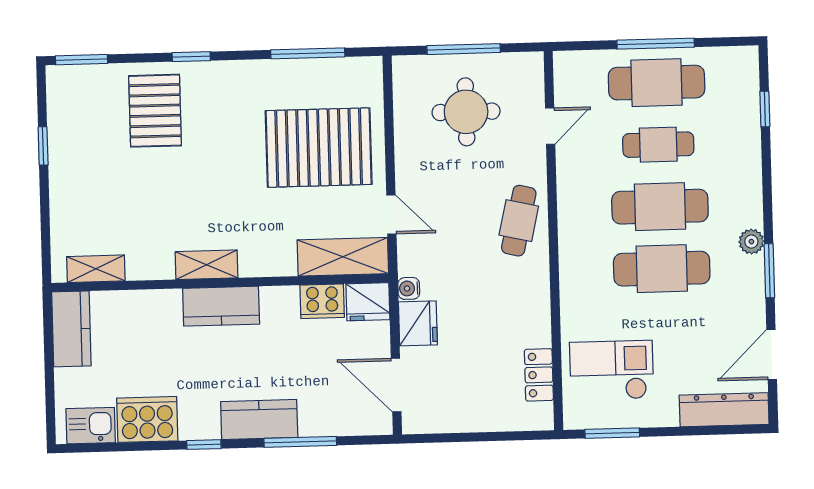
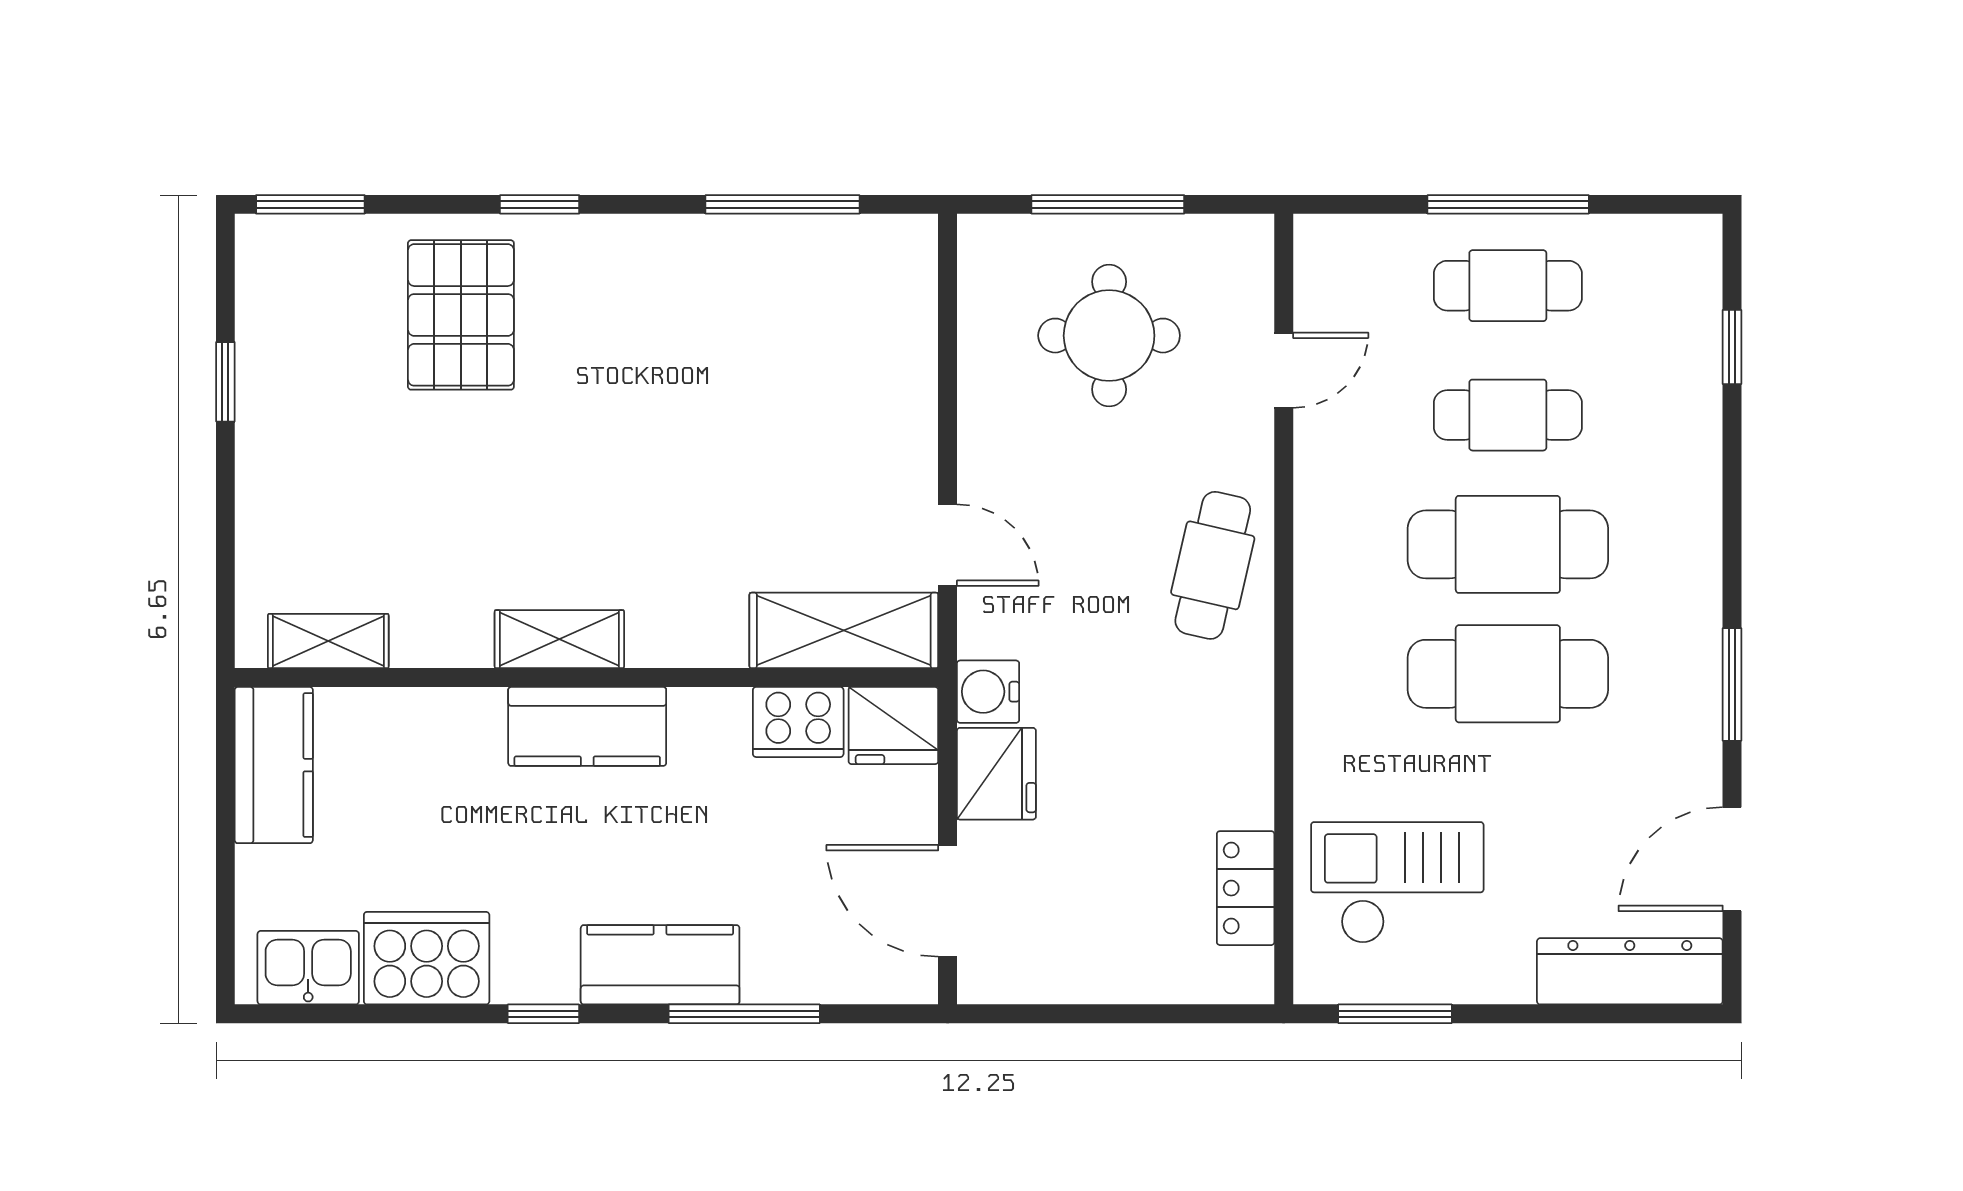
cafe table: (657, 83) -> (1508, 286), width x0.73, depth x0.74
pallet: (319, 148) -> (800, 401), removed
plant: (751, 242) -> (1696, 622), removed
water cooler: (409, 288) -> (988, 692), width x1.38, depth x1.38

